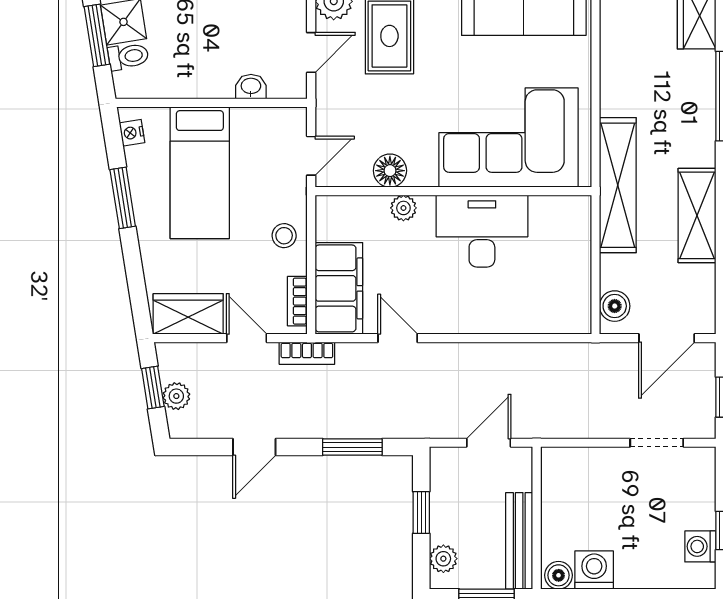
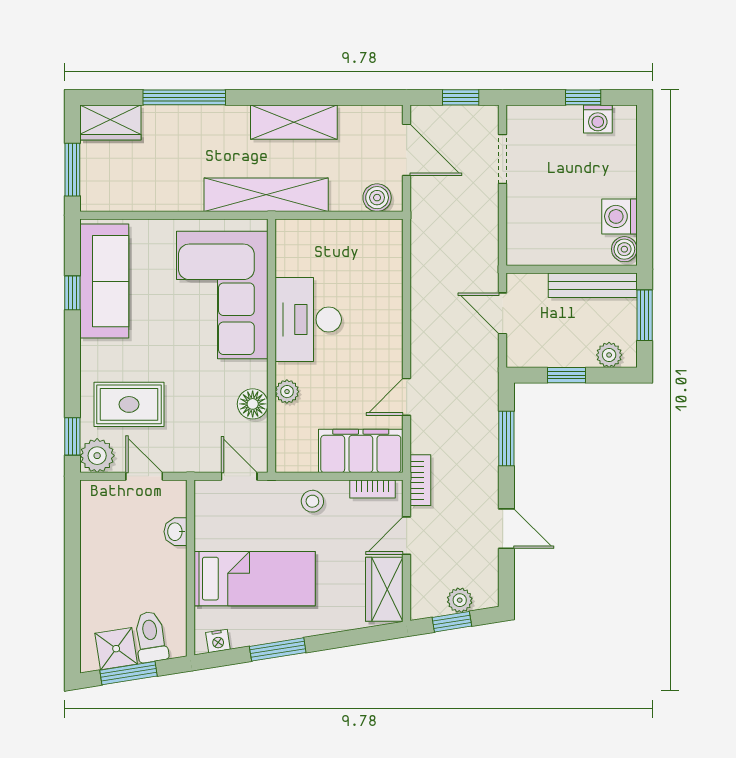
toilet: (128, 56) -> (151, 637), width x1.37, depth x1.39

